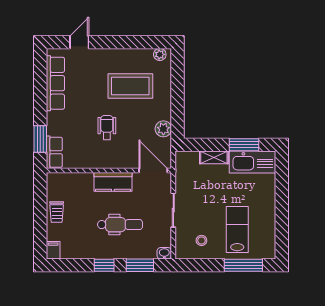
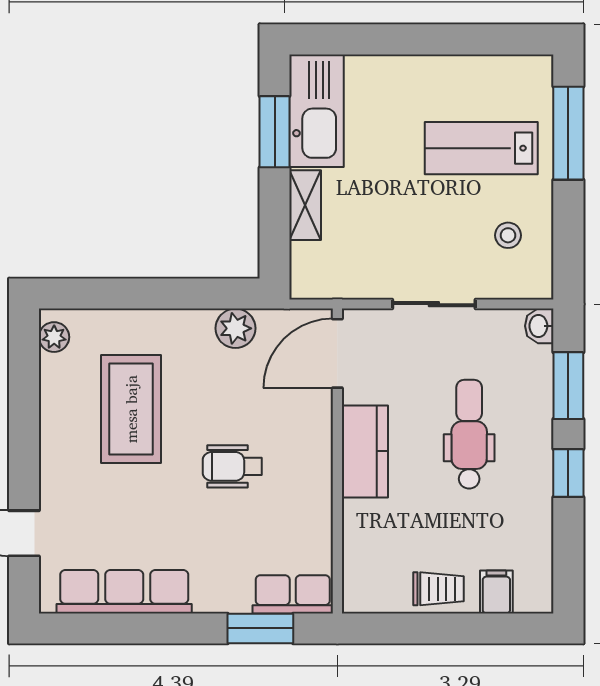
filing cabinet: (53, 250) -> (496, 592), moved, turned 90

